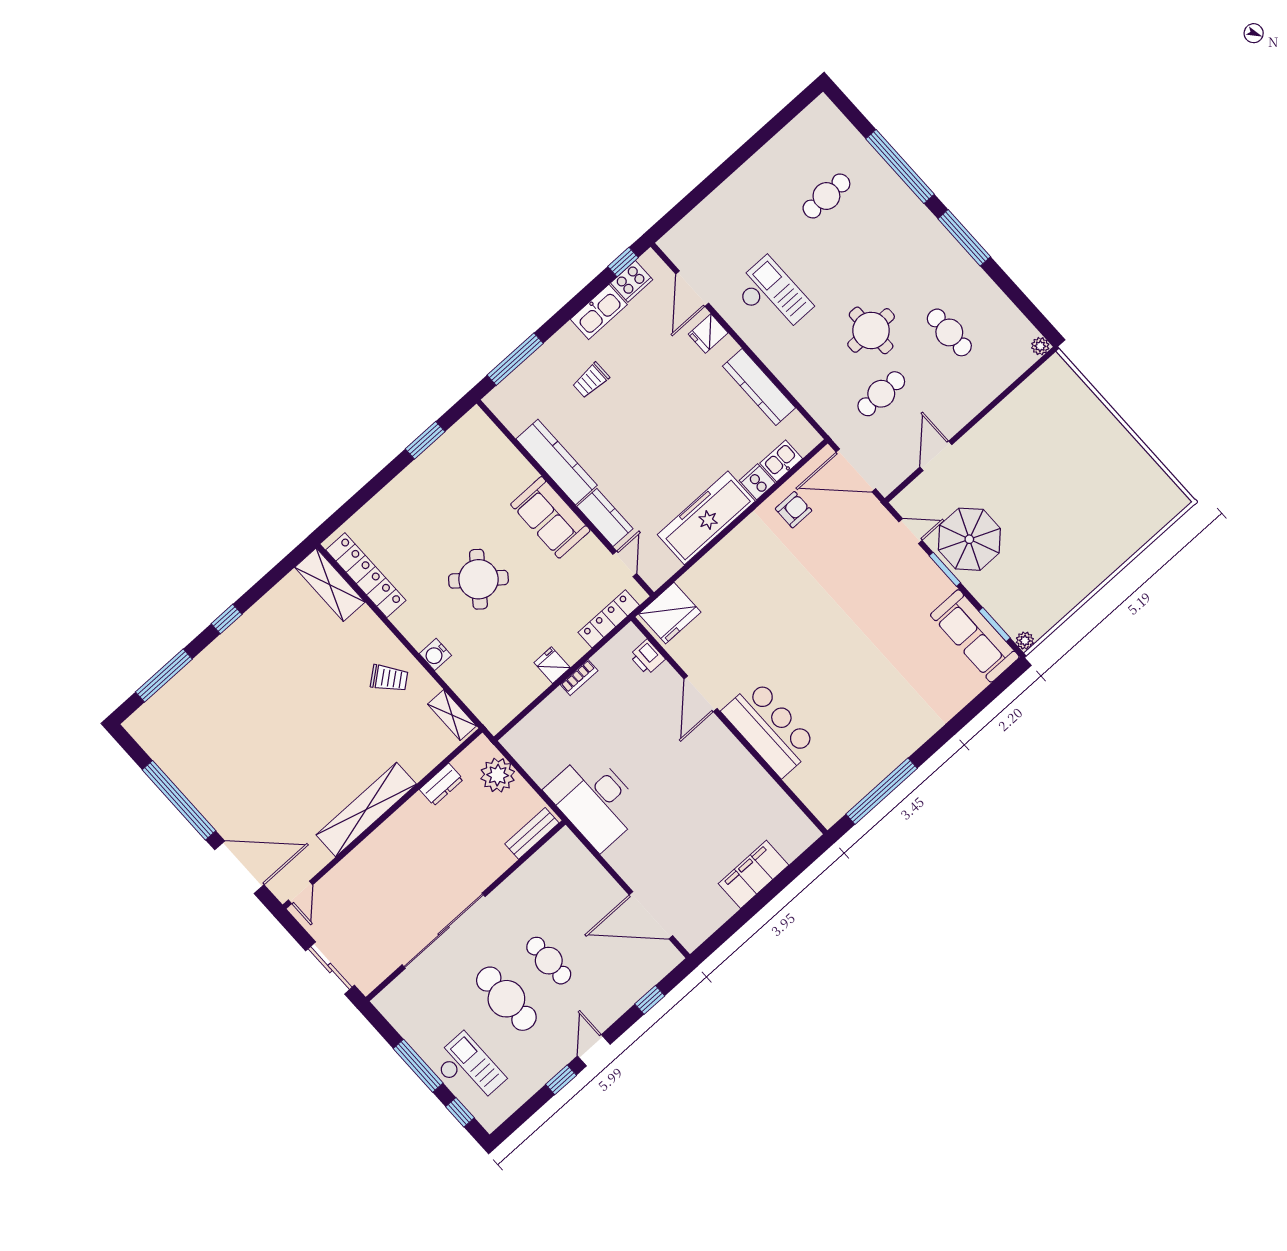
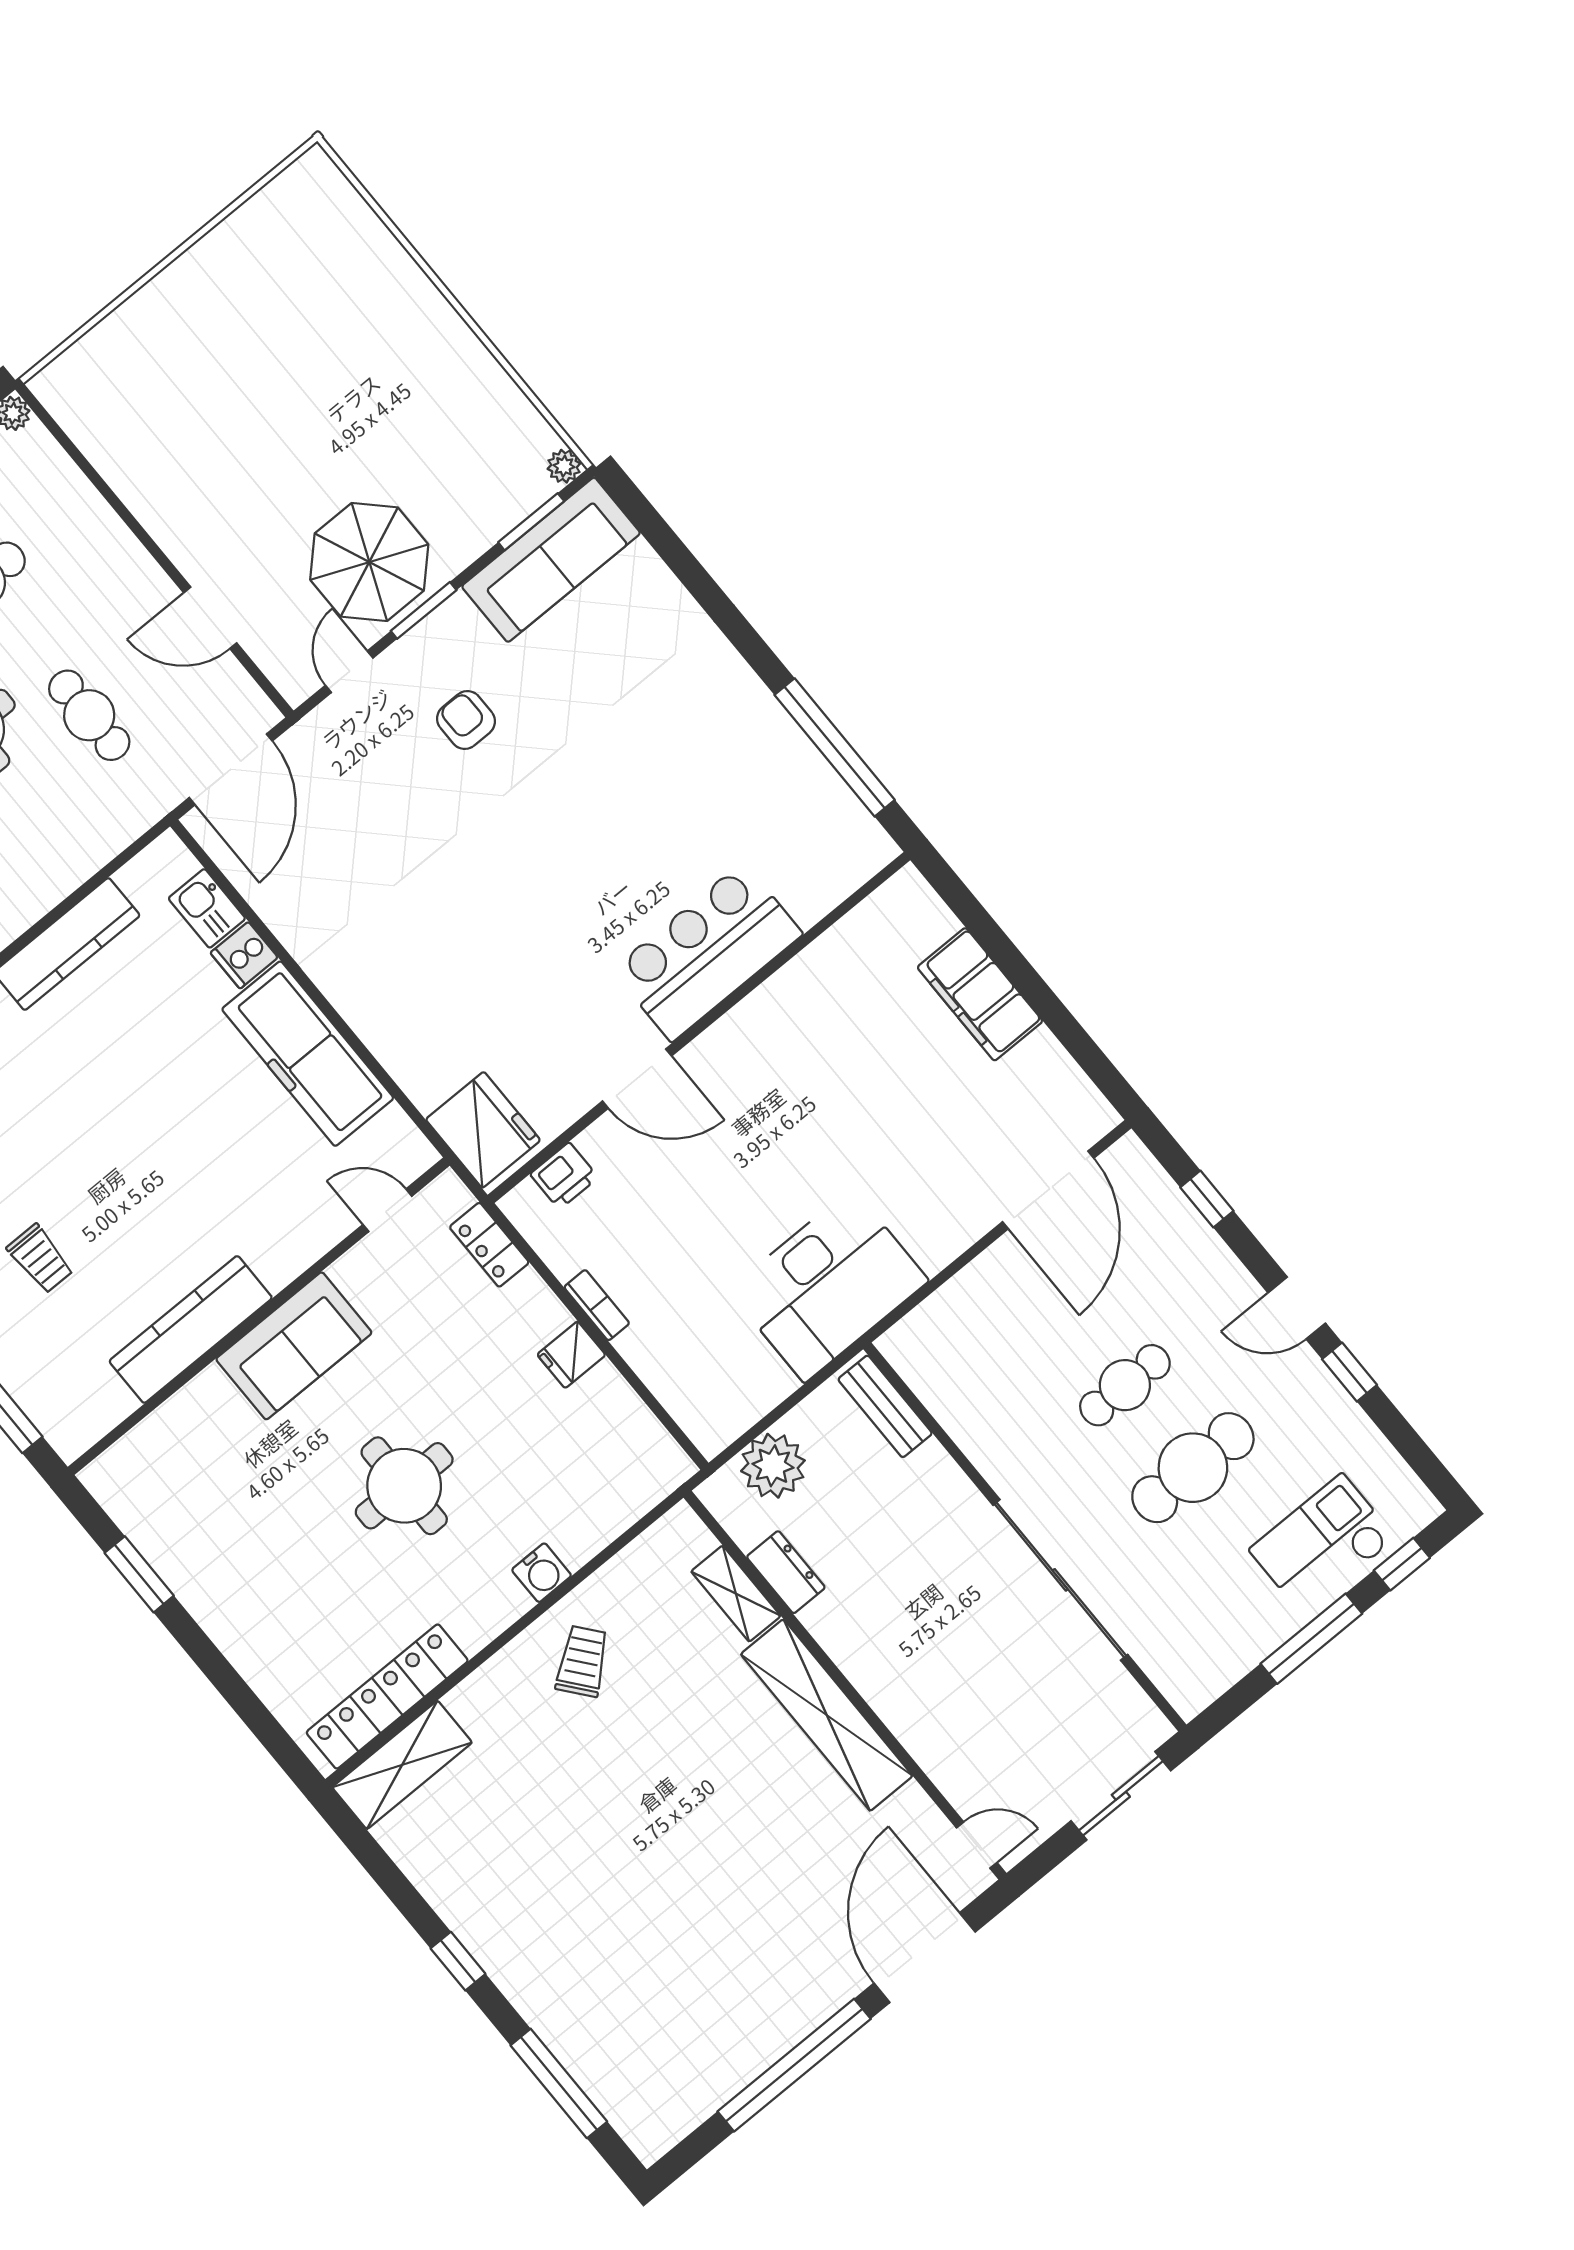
armchair: (794, 510) -> (466, 720), moved
kitchen counter: (605, 517) -> (299, 1244), removed
round table: (478, 579) -> (404, 1486), turned -38
locker: (609, 619) -> (489, 1245), width x0.66
shelving: (452, 715) -> (736, 1594), moved, turned 90

